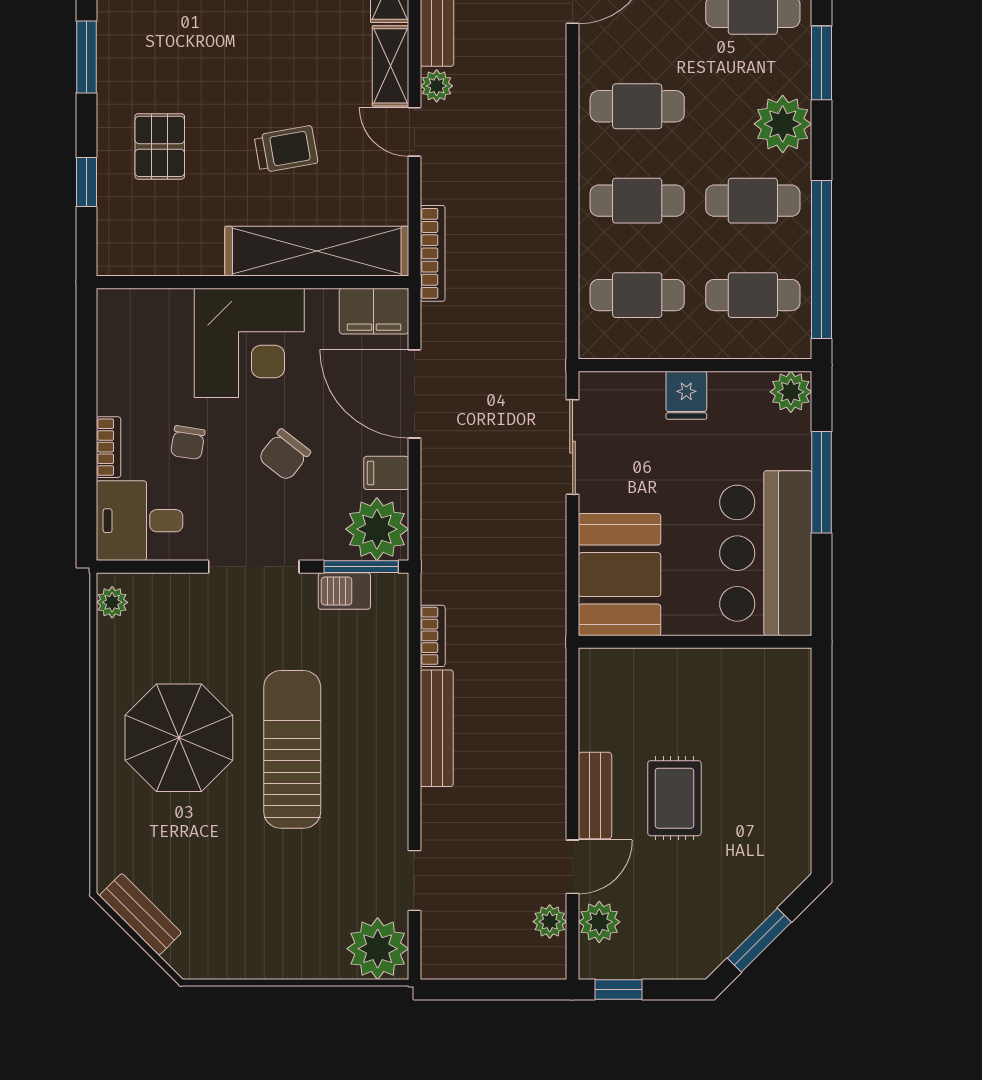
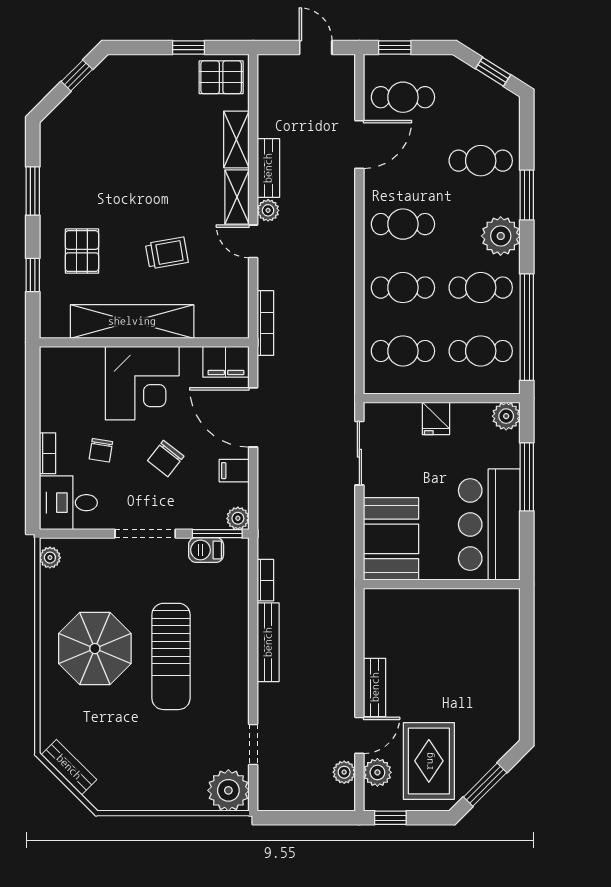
shelving: (317, 251) -> (132, 321), moved
plant: (377, 529) -> (238, 518), width x0.53, depth x0.53
sun lounger: (292, 749) -> (171, 656), turned 180
rug: (674, 798) -> (429, 761), moved, width x1.36, depth x1.43

